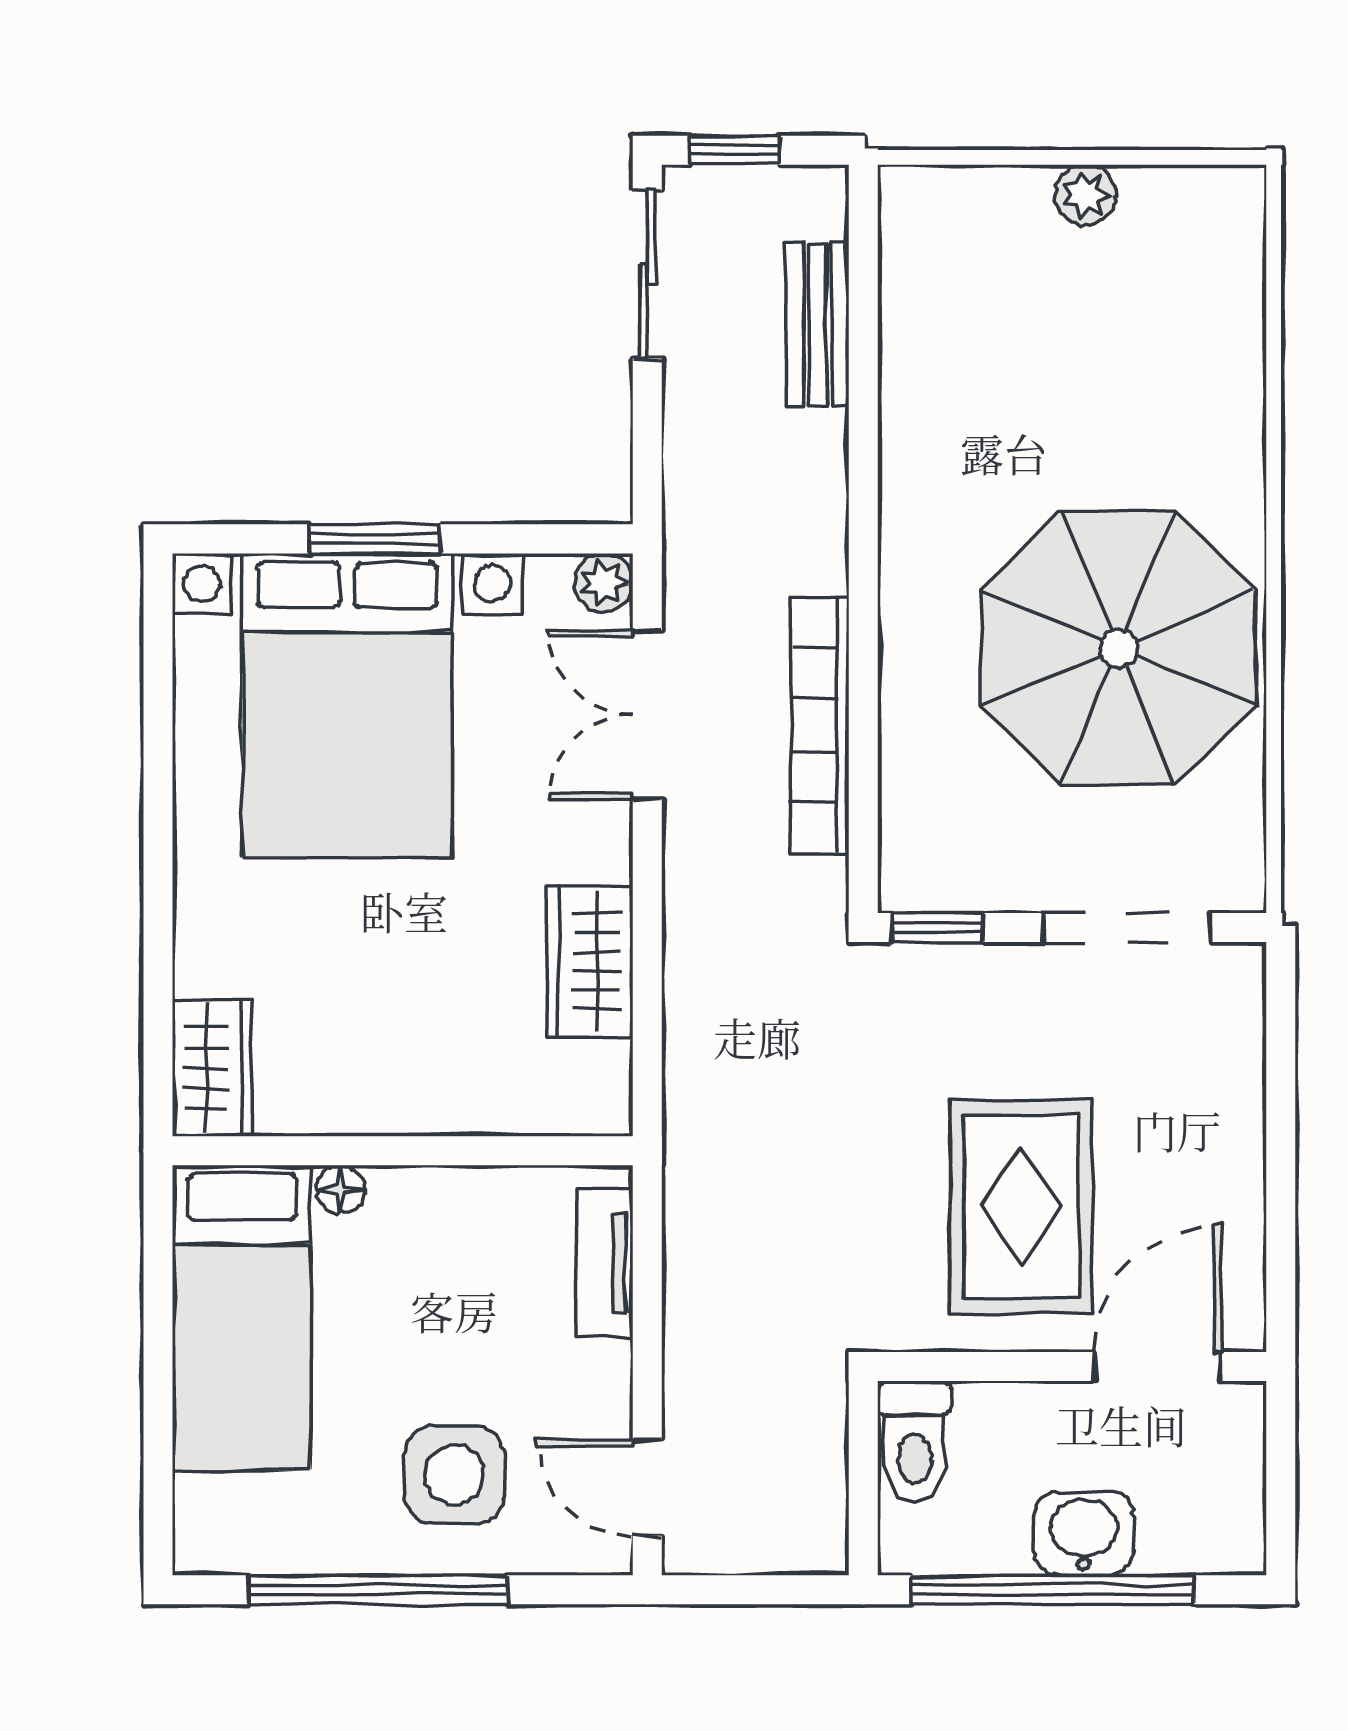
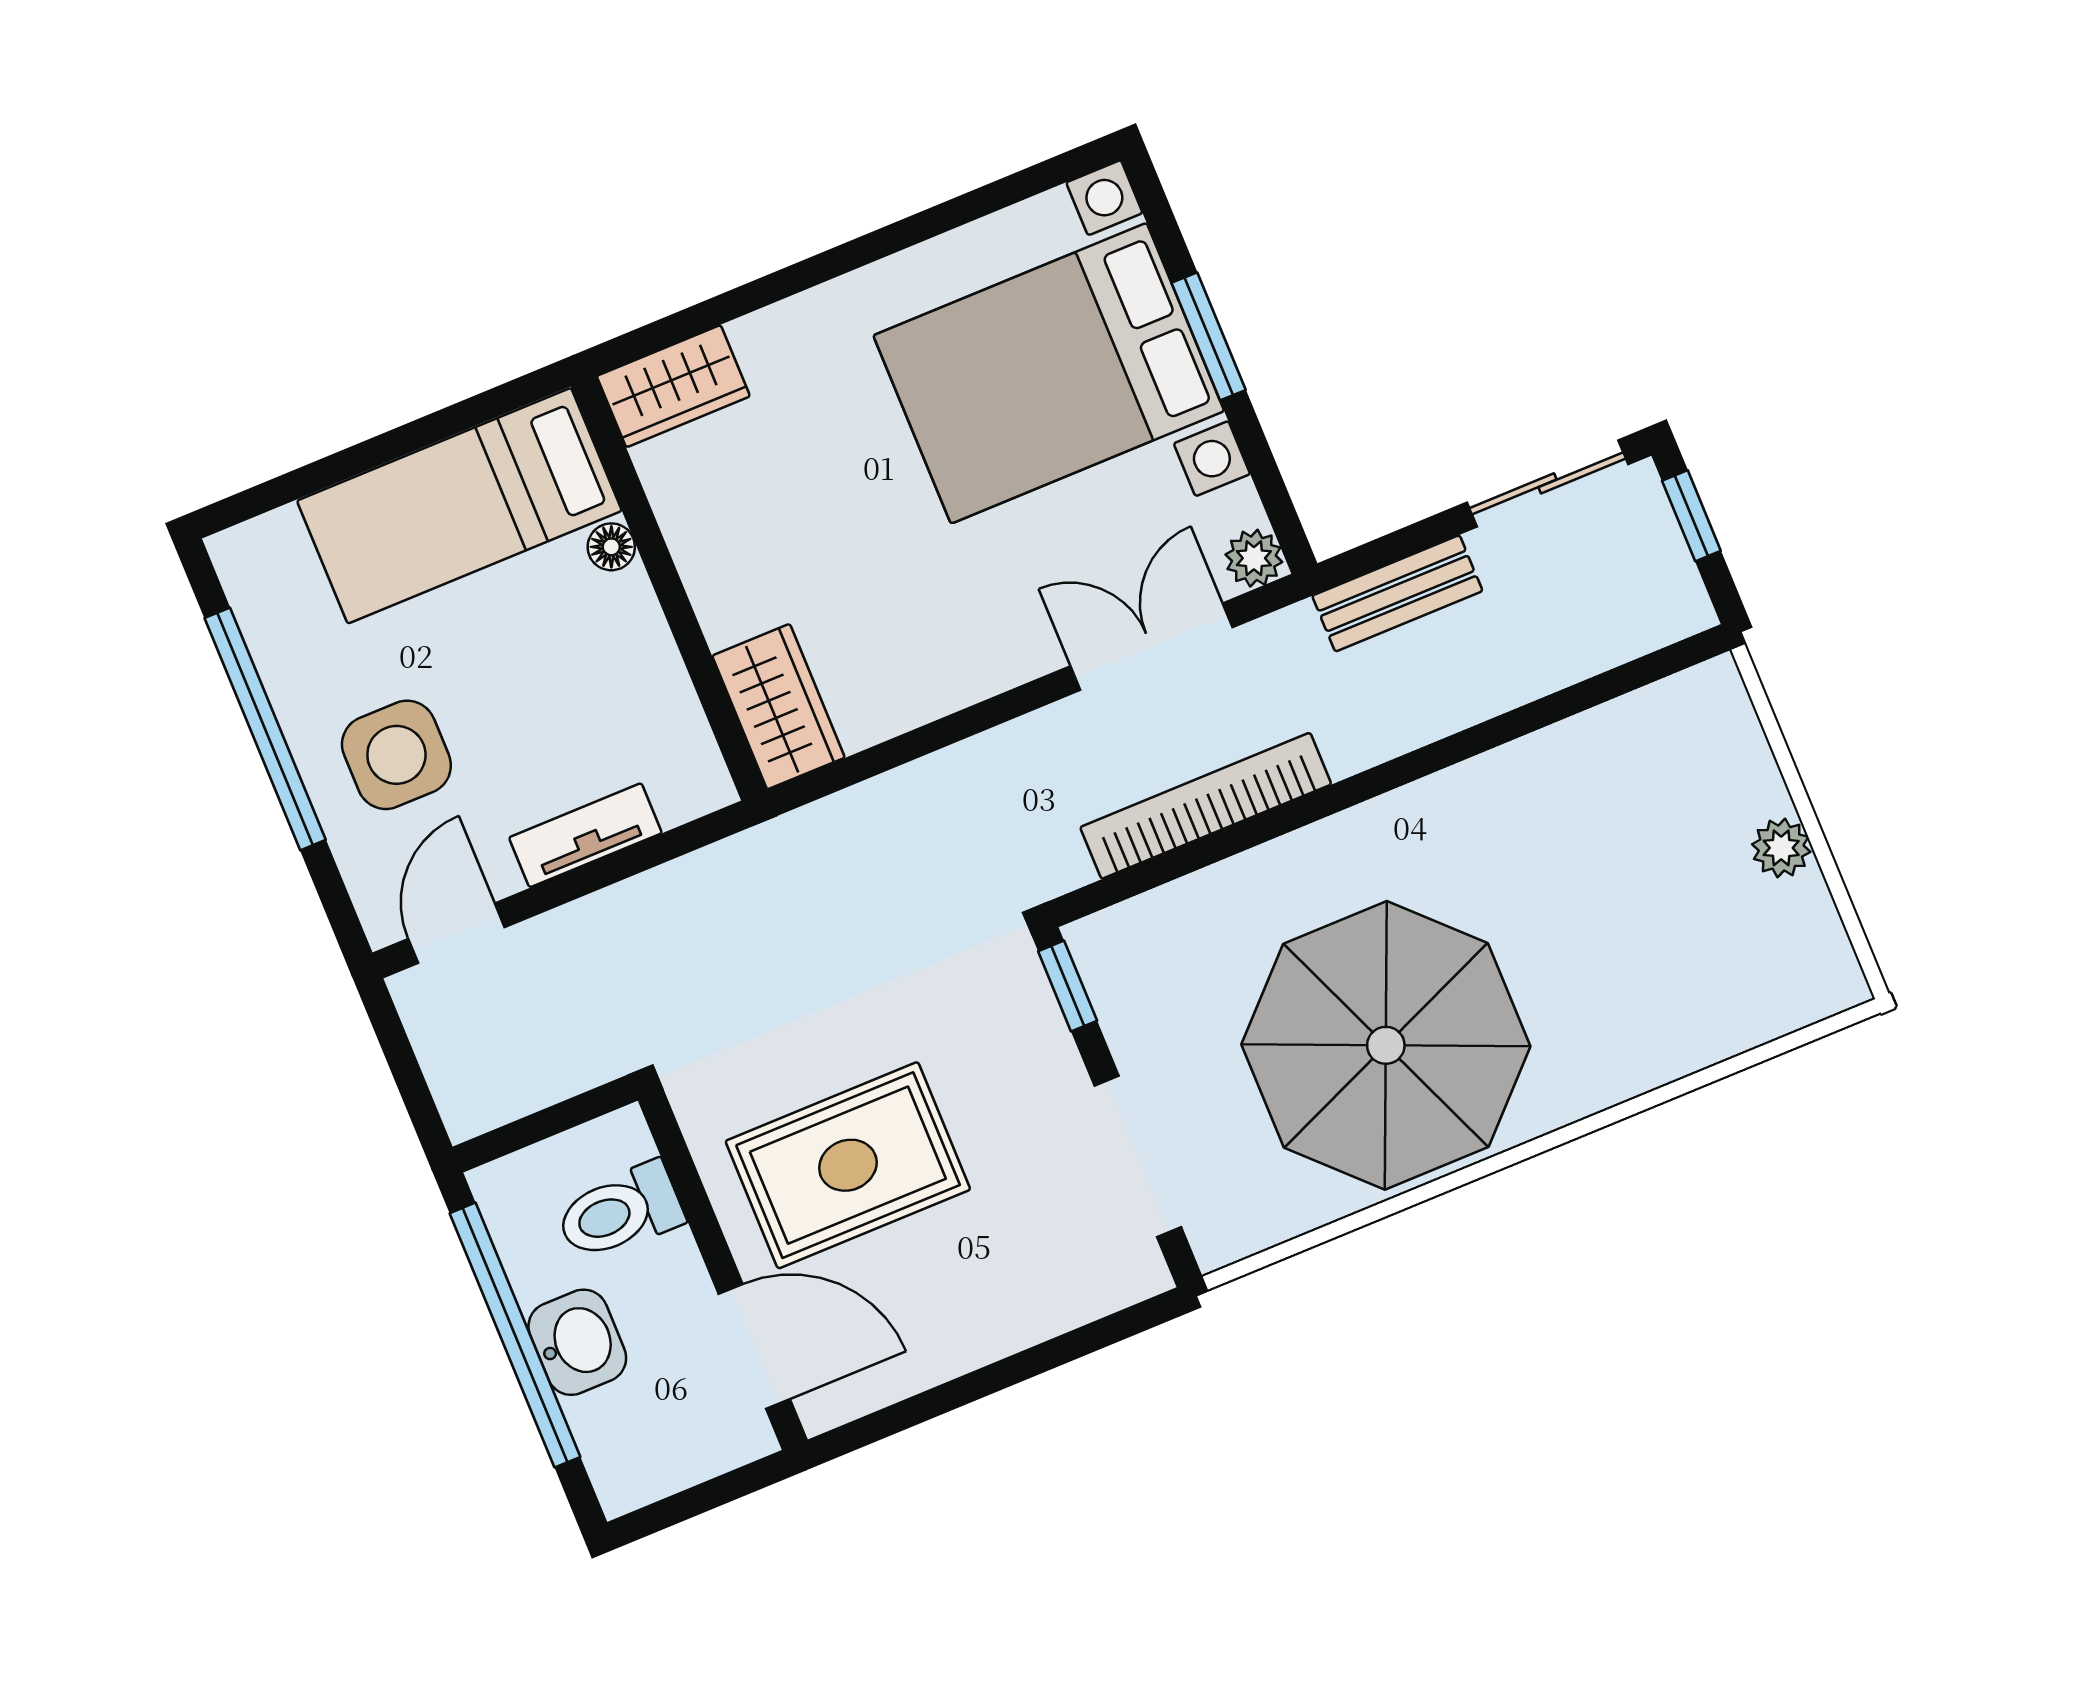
bench: (818, 324) -> (1397, 593), moved
wardrobe: (590, 961) -> (778, 707), moved, turned 90
tv unit: (605, 1263) -> (585, 835), moved
toilet: (915, 1442) -> (620, 1212), moved

